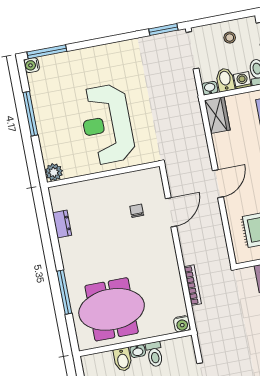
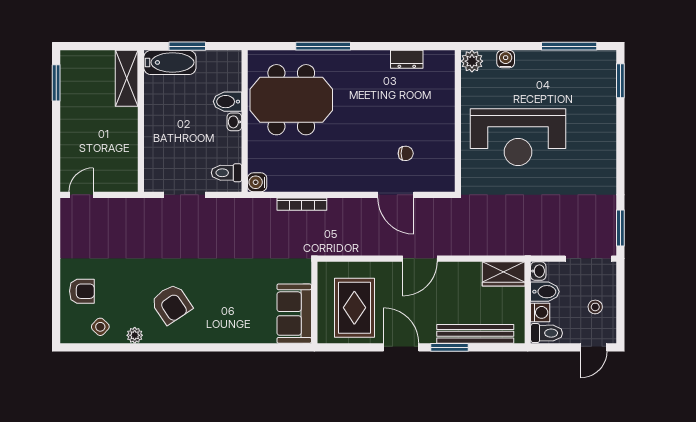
window: (47, 52) -> (620, 81), width x0.69
water cooler: (32, 65) -> (506, 59), moved
window: (30, 114) -> (569, 46), moved
reception desk: (107, 124) -> (518, 137), turned 180
door: (218, 184) -> (420, 259), hinge flipped
meeting table: (112, 309) -> (291, 100), turned 90
toilet: (155, 354) -> (226, 173), moved

